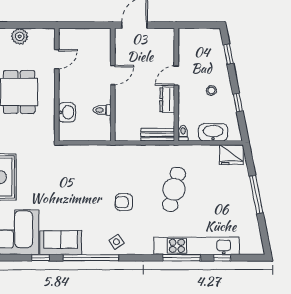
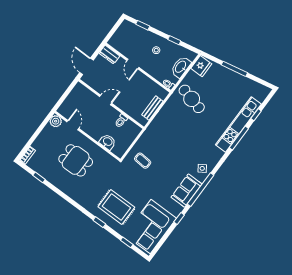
plant: (20, 36) -> (56, 121), moved
door: (113, 75) -> (106, 100), hinge flipped
dresser: (167, 100) -> (109, 55), moved
bench: (158, 135) -> (152, 108), moved
coffee table: (75, 168) -> (143, 161), added
cafe table: (174, 189) -> (192, 99), moved
armchair: (124, 202) -> (183, 147), removed
sofa: (61, 243) -> (187, 191), moved

